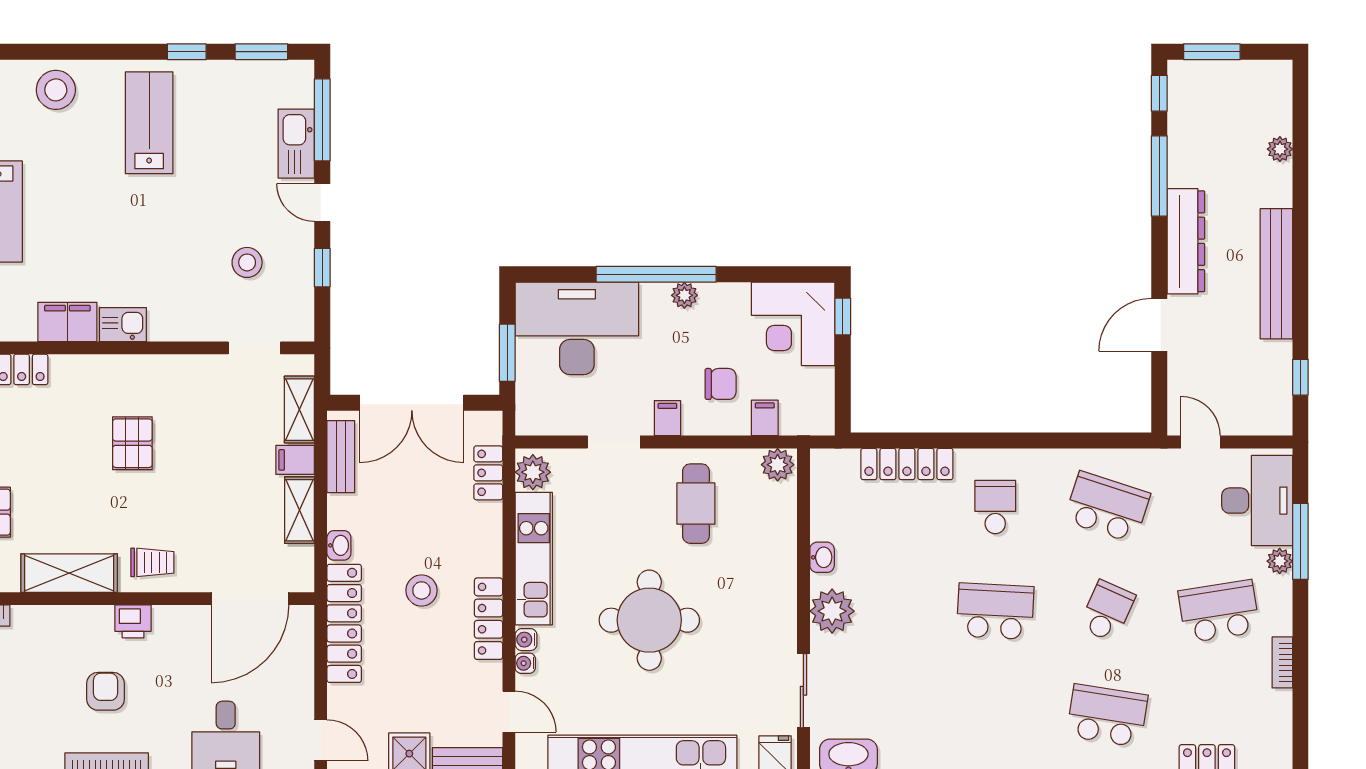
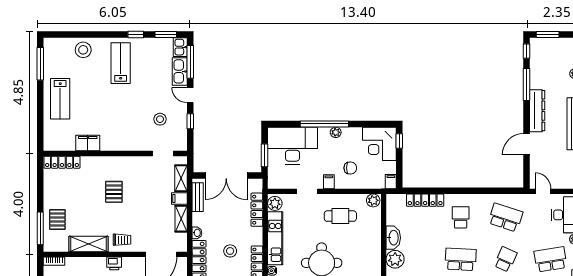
kitchen sink: (123, 325) -> (180, 47), moved, turned -90
filing cabinet: (765, 418) -> (391, 182), moved
locker: (488, 473) -> (257, 210), width x1.53
cafe table: (696, 504) -> (340, 216), turned 90
washbasin: (822, 557) -> (393, 238), width x1.91, depth x1.45

